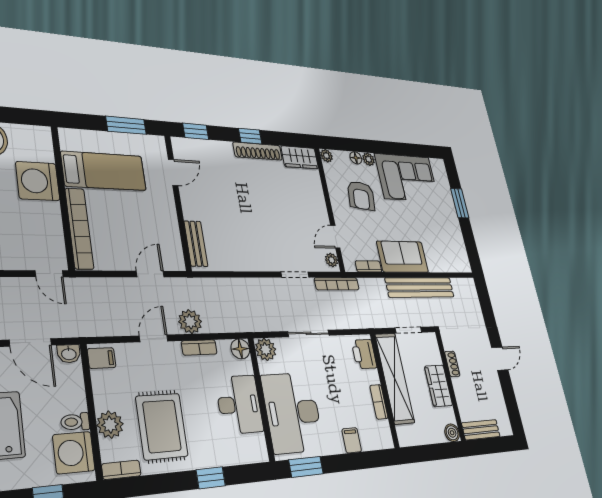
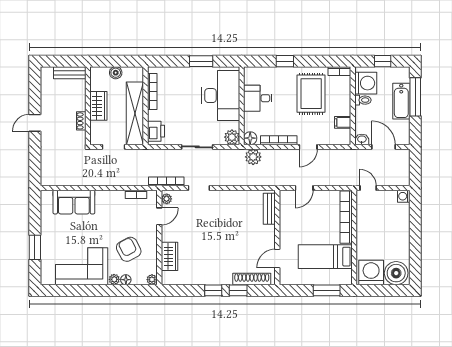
window: (126, 125) -> (327, 290), moved
window: (196, 131) -> (238, 290), moved
shoe rack: (258, 151) -> (252, 279), moved
wardrobe: (300, 157) -> (169, 256), moved, turned 90
washing machine: (38, 181) -> (371, 272), moved, turned -90
armchair: (361, 196) -> (129, 249), turned -35
sofa: (403, 257) -> (74, 202), moved
bench: (420, 287) -> (94, 179), removed
plant: (190, 322) -> (253, 157), moved
bookcase: (199, 347) -> (279, 140), width x1.56
filing cabinet: (102, 358) -> (343, 122), moved
bookcase: (379, 402) -> (152, 91), width x1.56
desk: (239, 404) -> (258, 98), width x0.73
plant: (110, 425) -> (343, 97), removed
boiler: (452, 433) -> (116, 73), moved
filing cabinet: (352, 440) -> (180, 74), removed
window: (306, 467) -> (201, 61), moved

